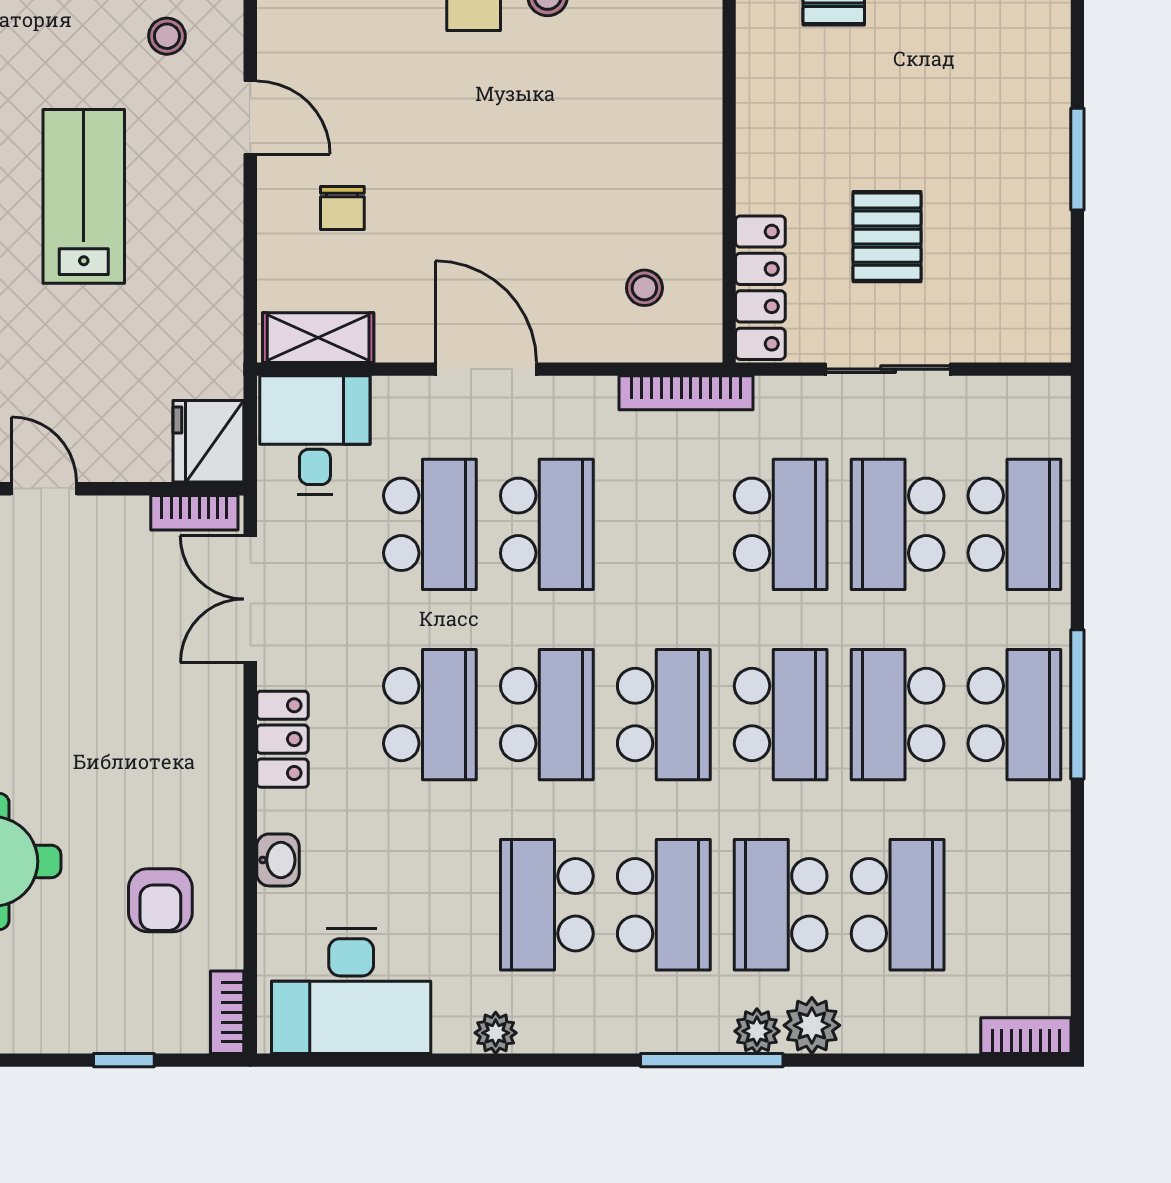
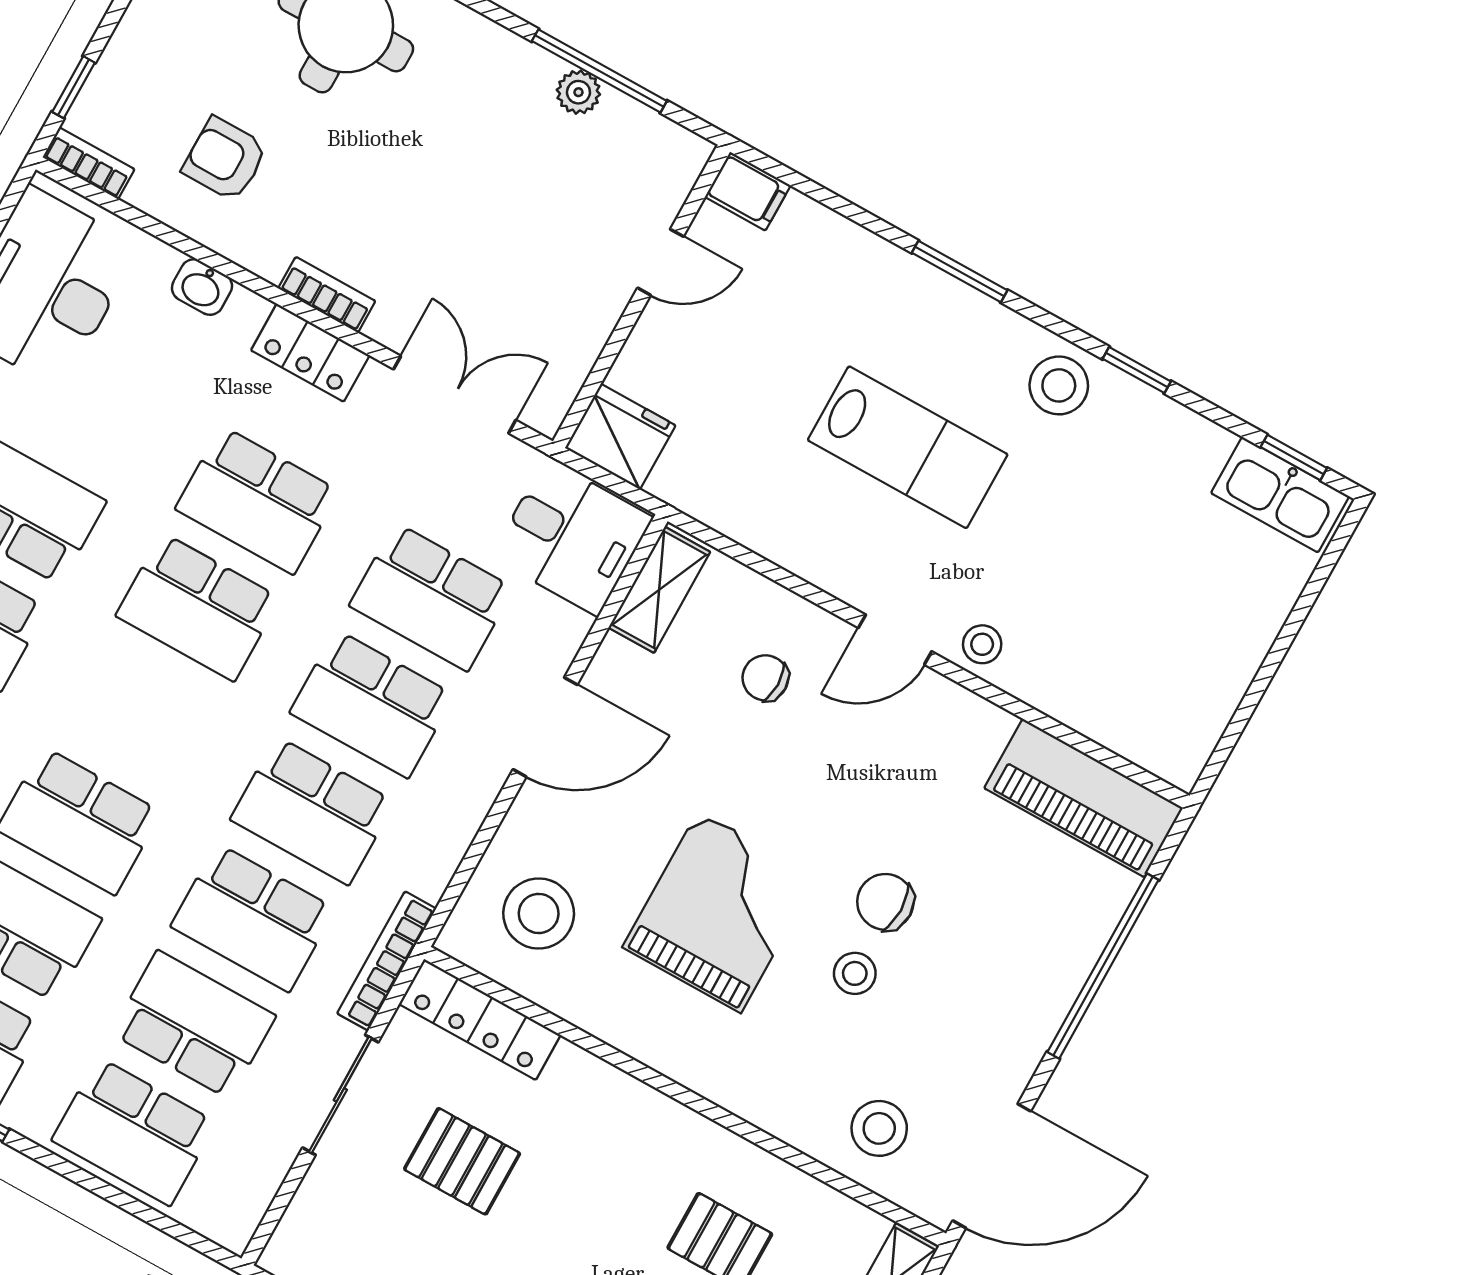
stool: (167, 36) -> (982, 644), moved
grand piano: (559, 138) -> (720, 912), added
stool: (644, 288) -> (539, 913), width x1.89, depth x1.89
bookcase: (686, 393) -> (387, 961), moved
bookcase: (194, 513) -> (327, 295), moved, turned 90
school desk: (664, 715) -> (313, 811), moved
window: (124, 1060) -> (73, 87), moved

